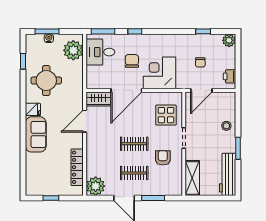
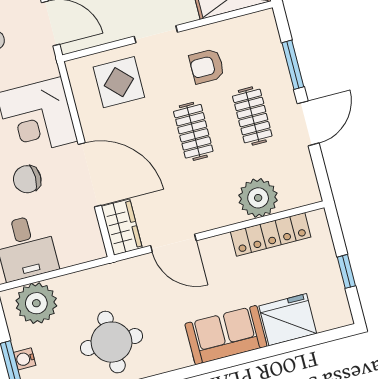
fridge: (33, 109) -> (288, 320), moved, width x1.88, depth x1.34
plant: (96, 186) -> (258, 198), moved

